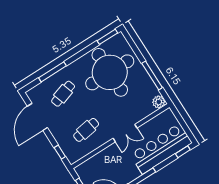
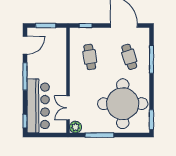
double door: (125, 133) -> (68, 108), moved

